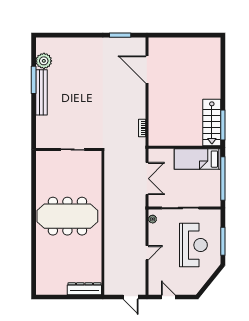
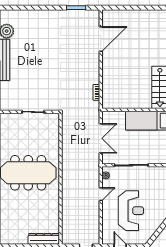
door: (147, 70) -> (101, 39), swing flipped
reception desk: (193, 245) -> (131, 211), moved
door: (147, 253) -> (101, 194), moved

